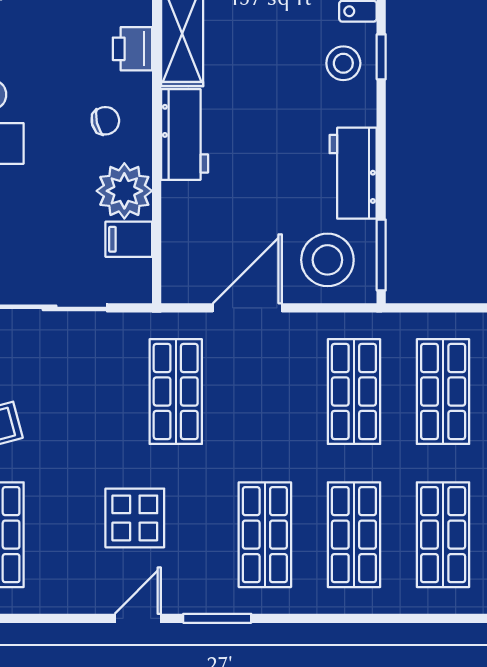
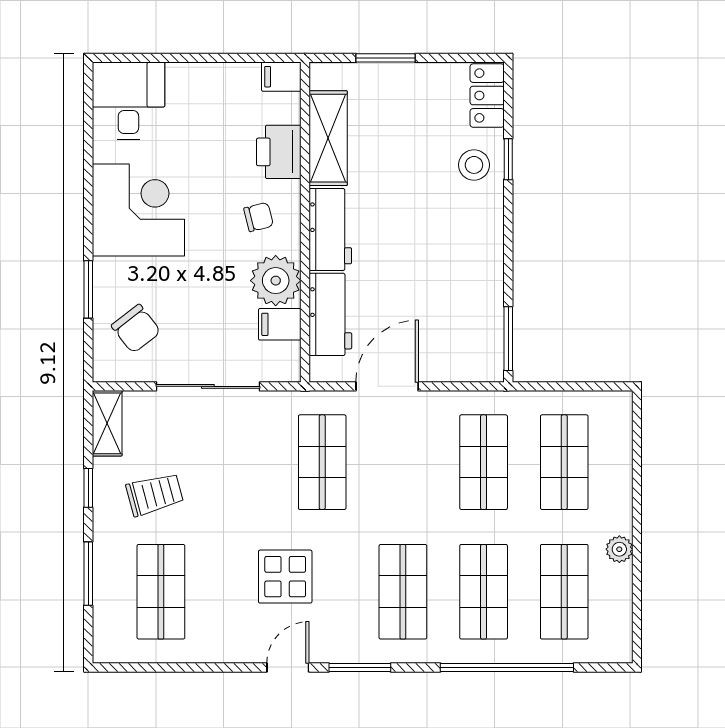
printer: (132, 49) -> (279, 152), width x1.36, depth x1.24
workbench: (353, 173) -> (330, 314), moved, turned 180
stool: (327, 260) -> (460, 343), removed
window: (380, 618) -> (507, 667), added

